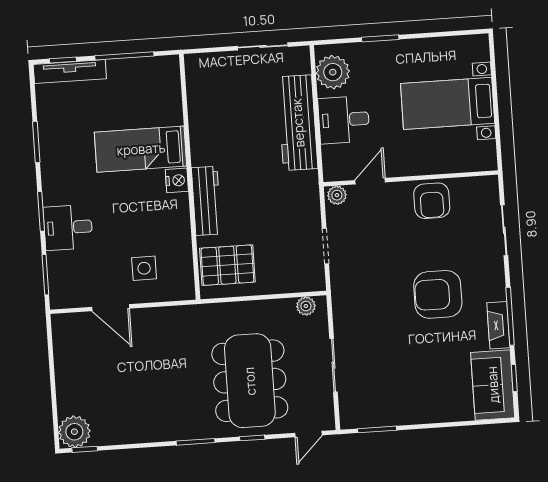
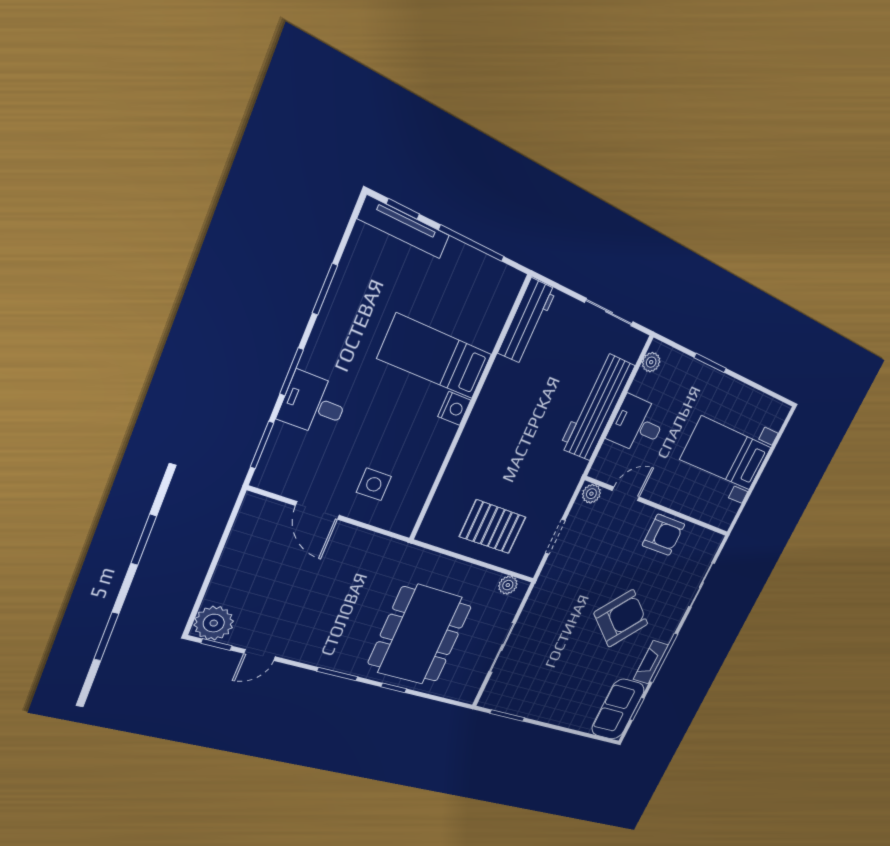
plant: (333, 72) -> (651, 362), width x0.53, depth x0.53
workbench: (206, 201) -> (527, 321), moved
armchair: (432, 201) -> (664, 535), turned -90
pallet: (227, 265) -> (493, 527), moved
armchair: (438, 294) -> (621, 618), turned 130
door: (308, 434) -> (260, 655), moved

